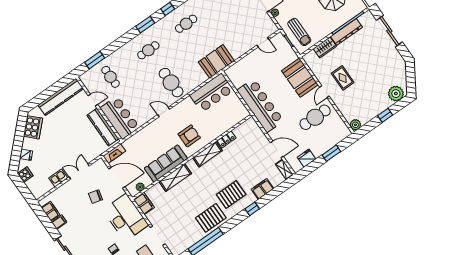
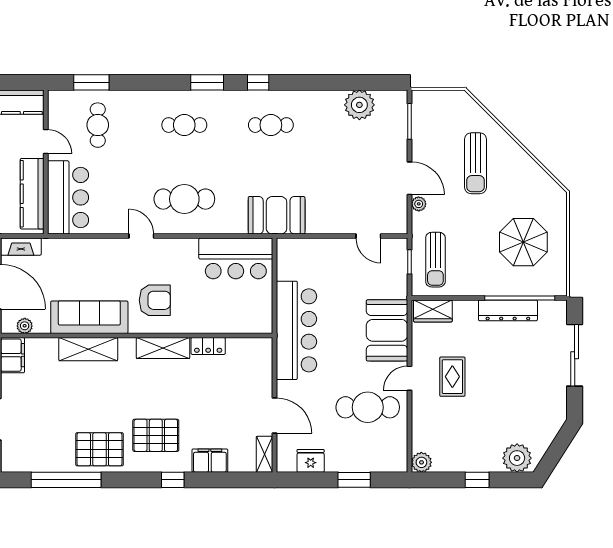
wardrobe: (325, 48) -> (433, 311), moved
cafe table: (171, 83) -> (184, 199), turned 90

